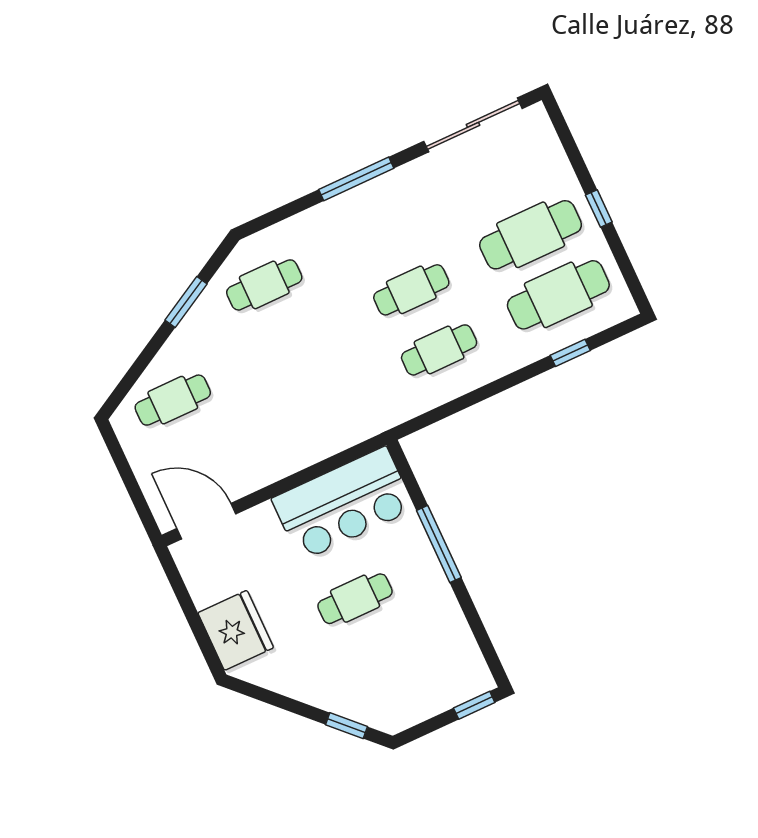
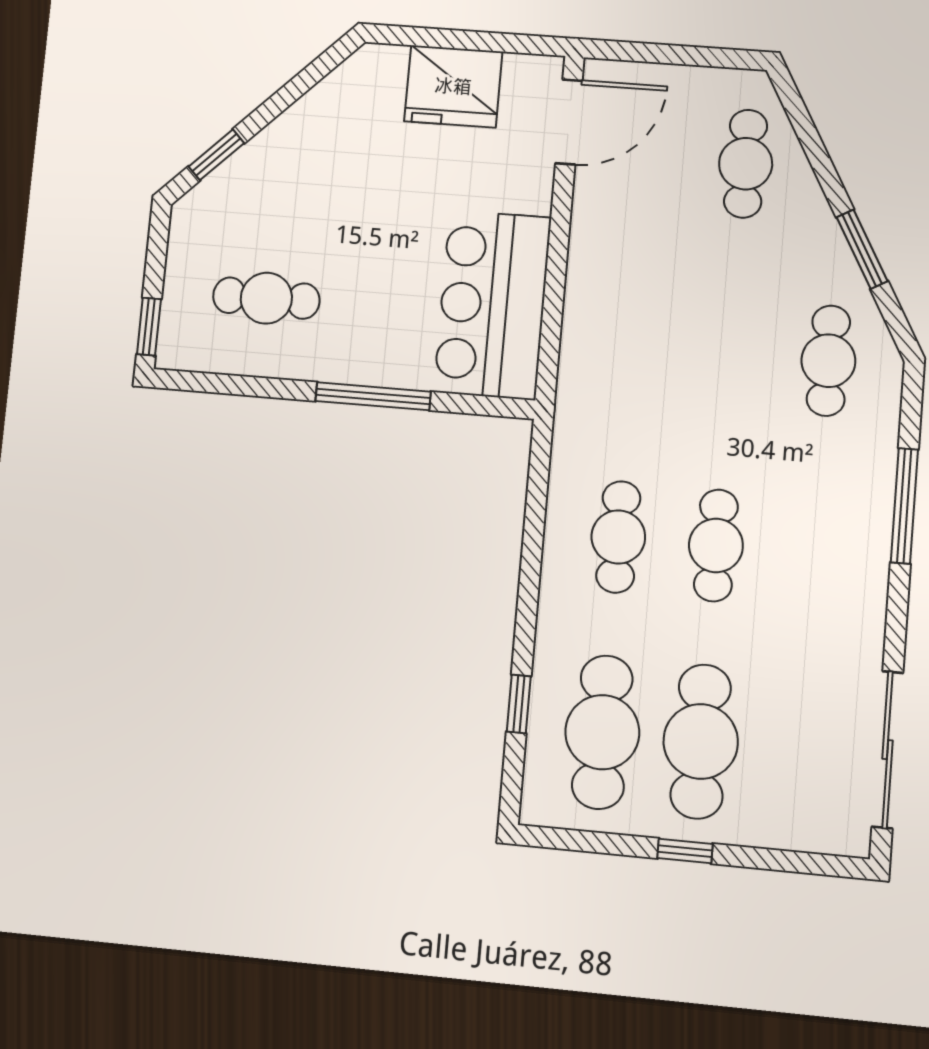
window: (356, 179) -> (904, 506), moved
cafe table: (355, 599) -> (266, 298), moved, turned 90
fridge: (236, 630) -> (453, 86), moved

